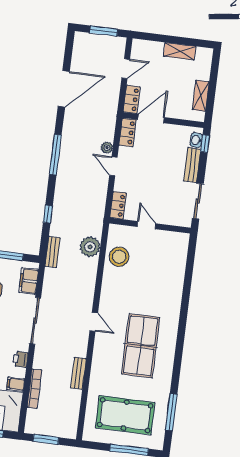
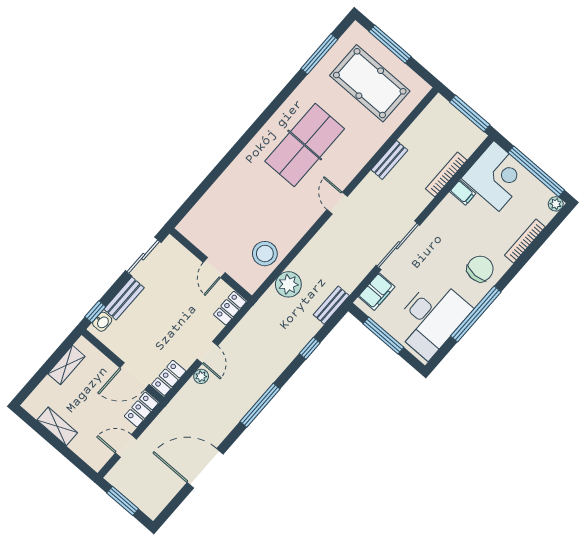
printer: (20, 359) -> (440, 215), removed
window: (46, 439) -> (470, 113), width x1.44

